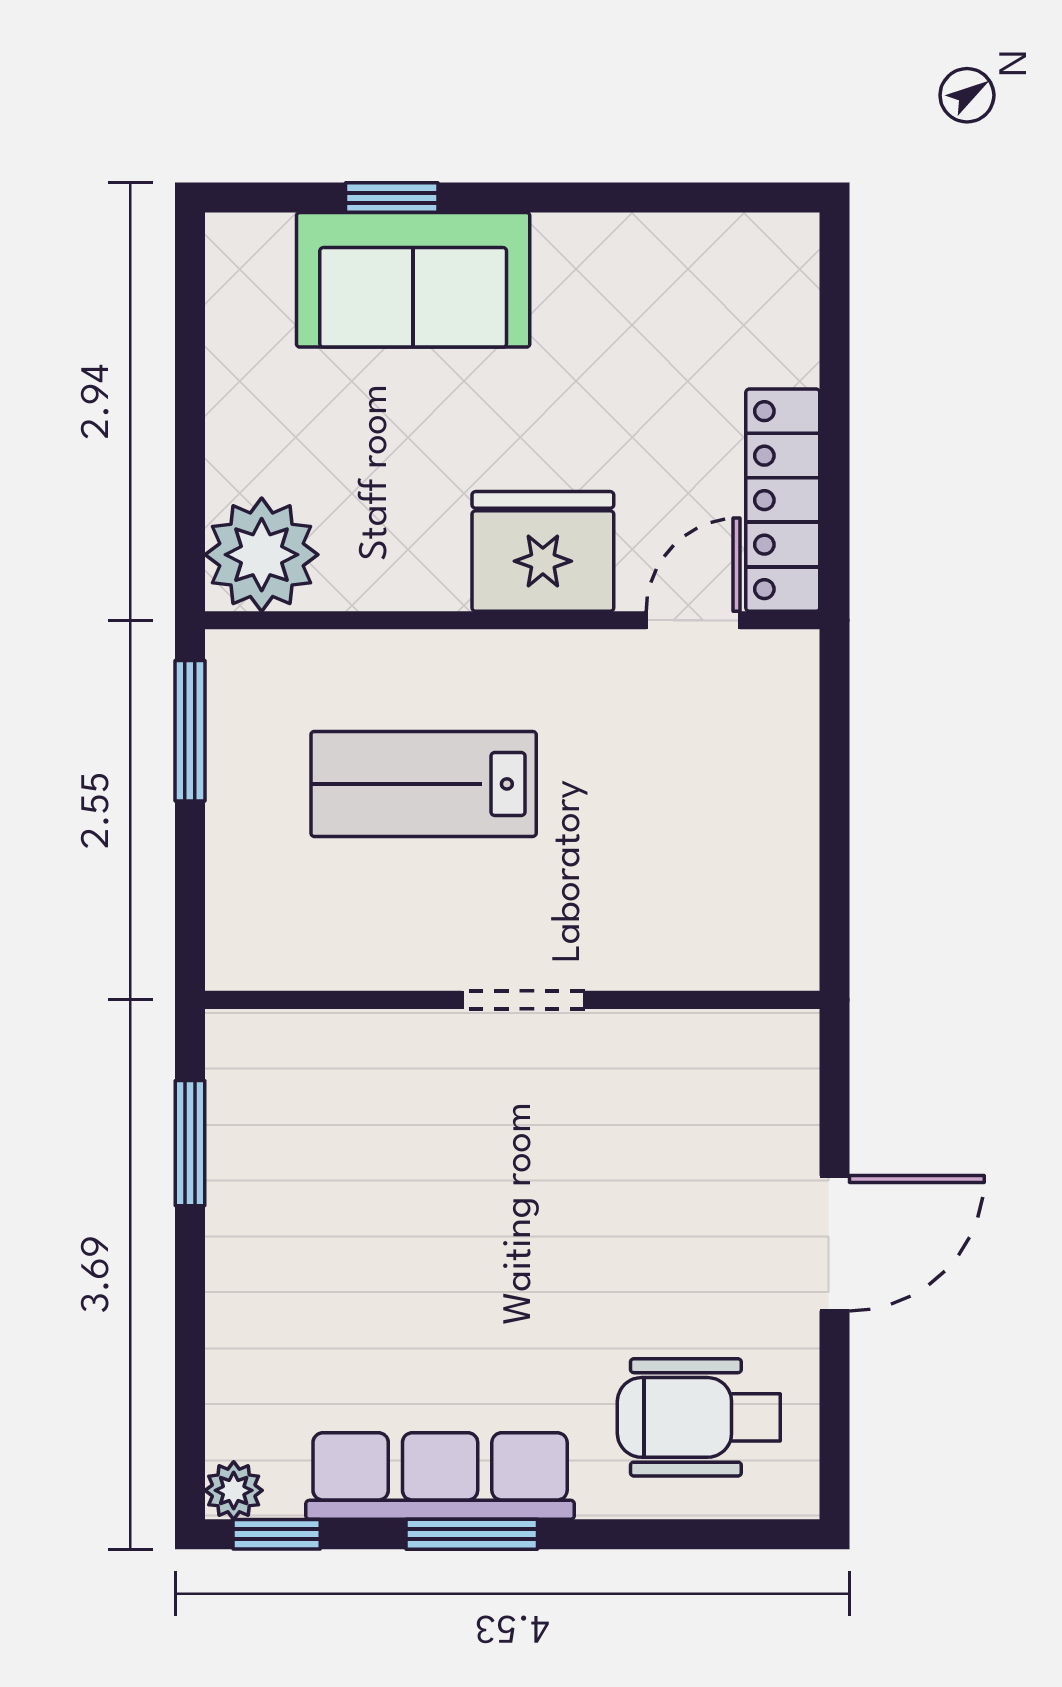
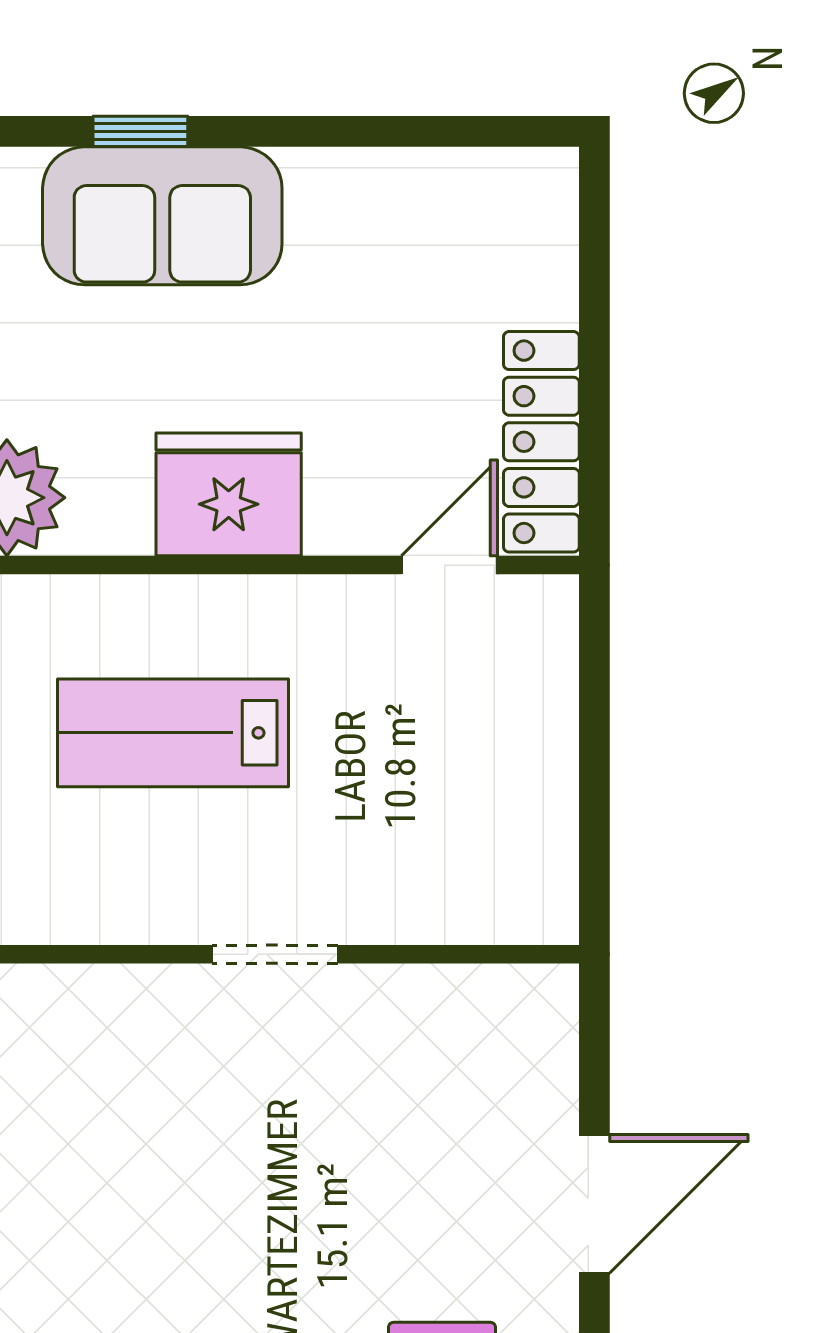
fridge: (543, 551) -> (229, 494), moved

